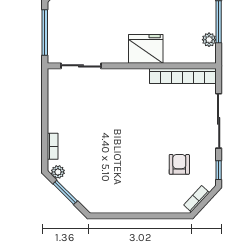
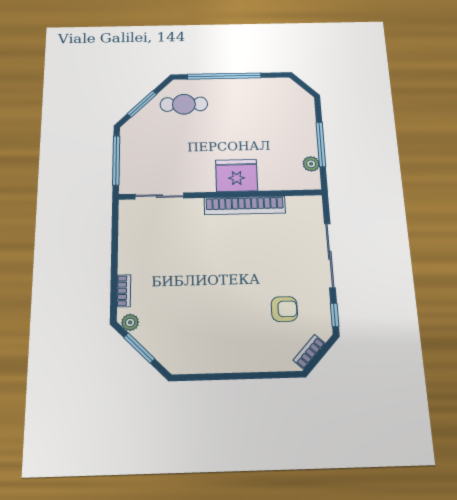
bookcase: (183, 76) -> (245, 205), moved
armchair: (179, 164) -> (284, 309), turned 90

